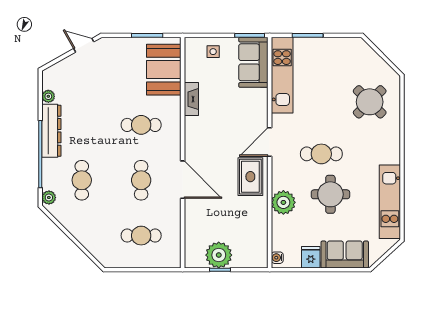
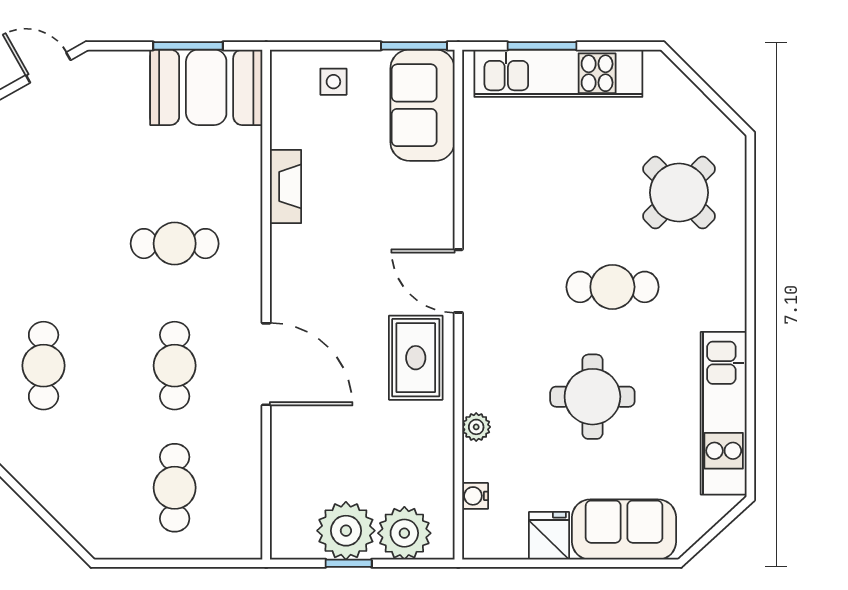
booth: (164, 70) -> (206, 87), moved, turned 90
kitchen unit: (282, 75) -> (558, 73), moved, turned 90
door: (270, 142) -> (458, 281), hinge flipped
cafe table: (321, 154) -> (612, 287), moved
plant: (283, 202) -> (476, 427), width x0.53, depth x0.53
cafe table: (141, 236) -> (175, 488), turned 90
plant: (245, 256) -> (404, 533), added
water cooler: (277, 258) -> (475, 496), moved

